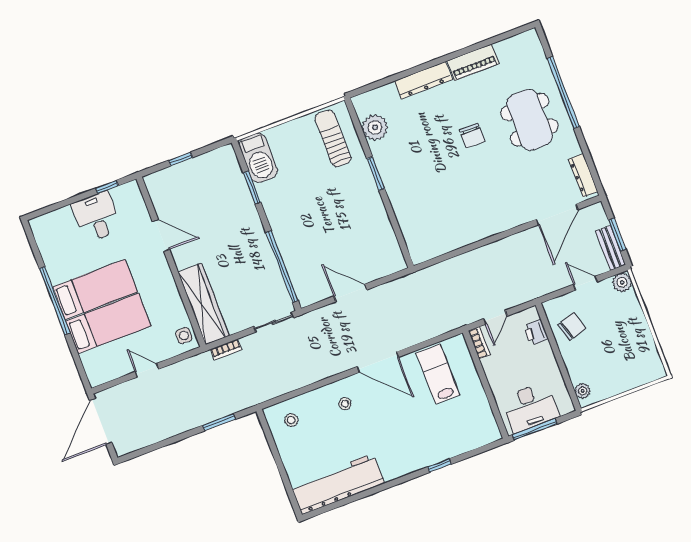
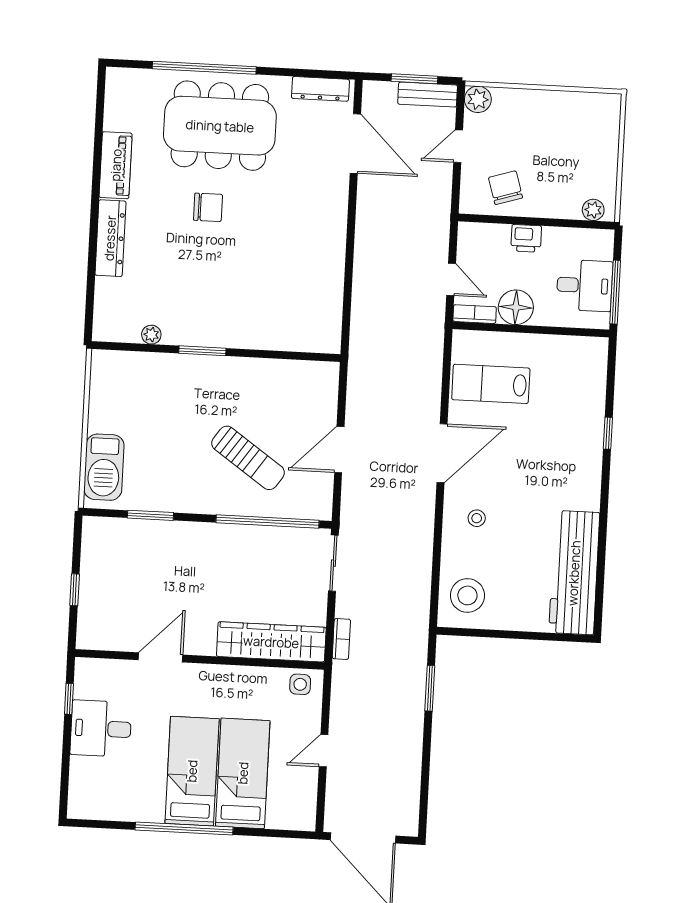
dining table: (530, 120) -> (220, 126), width x1.36, depth x1.24
plant: (375, 127) -> (151, 335), width x0.53, depth x0.53
sun lounger: (333, 138) -> (248, 458), moved, turned -145
barbecue: (258, 158) -> (104, 467), moved, turned 90
printer: (536, 332) -> (526, 238), moved
floor lamp: (496, 368) -> (516, 307), added
desk: (530, 407) -> (584, 285), width x0.73
stool: (291, 420) -> (467, 595), width x1.89, depth x1.89

